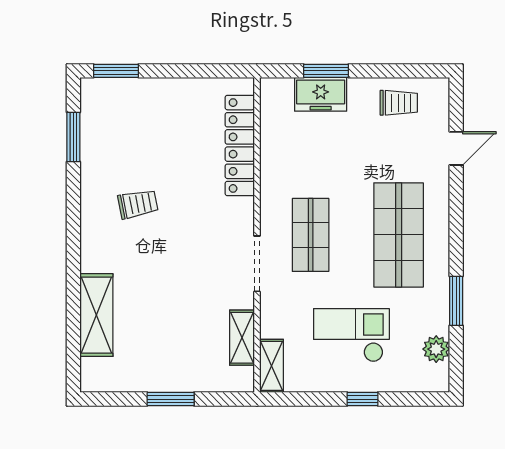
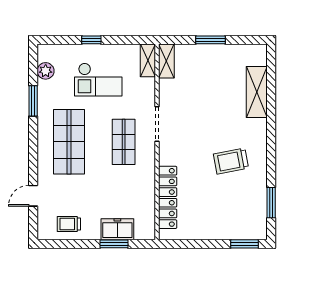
trolley: (138, 204) -> (231, 161), width x1.36, depth x1.39
shelving: (242, 338) -> (166, 61), moved

